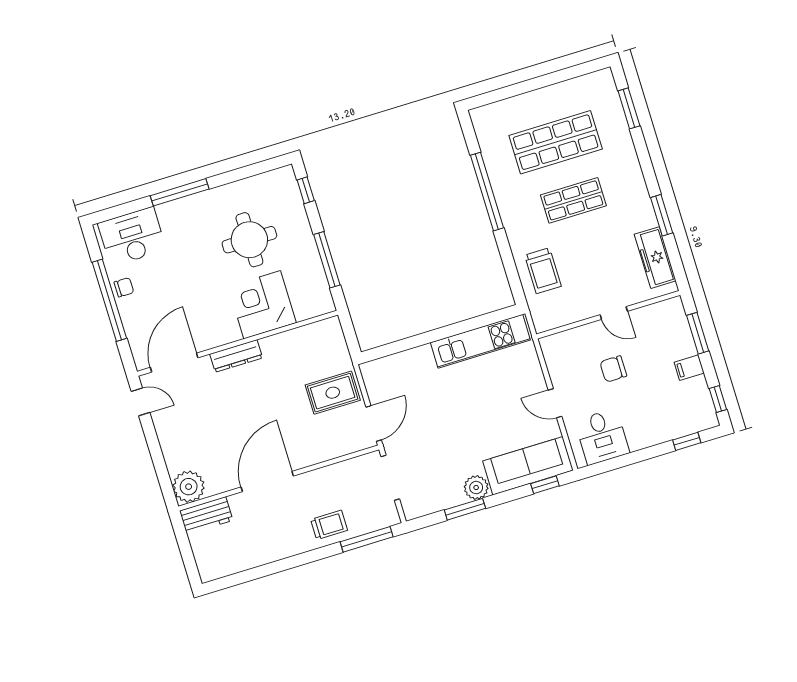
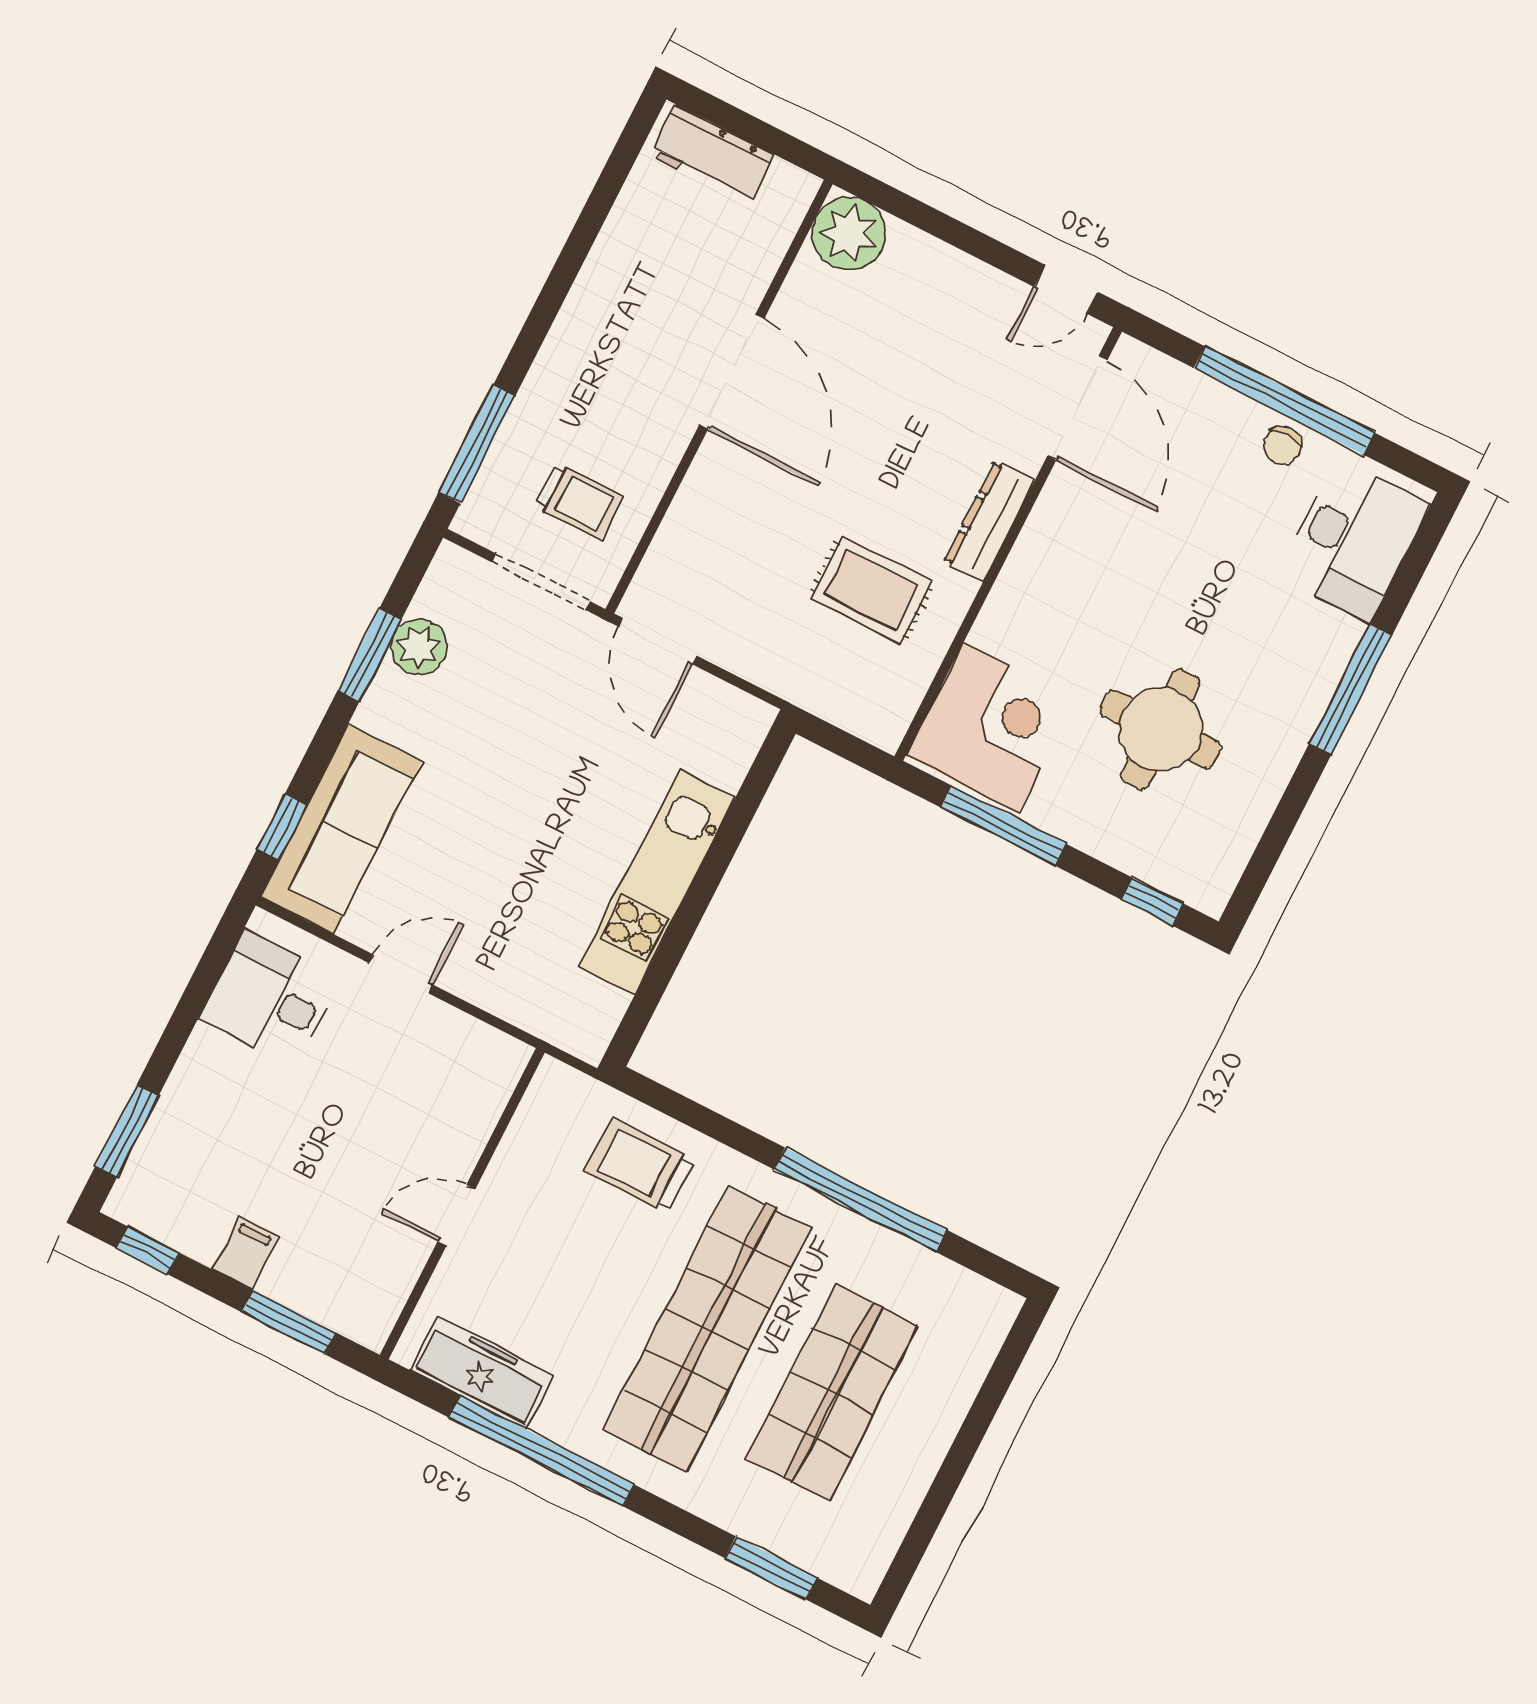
shop shelf: (573, 200) -> (708, 1329), width x2.00, depth x1.36
window: (662, 215) -> (542, 1451), width x2.11
corner desk: (262, 305) -> (991, 728), moved
kitchen unit: (480, 341) -> (657, 882), moved
chair: (613, 369) -> (364, 1125), removed
rug: (333, 393) -> (871, 590), moved, turned 90
window: (687, 441) -> (127, 1131), width x1.50
plant: (476, 487) -> (419, 647), moved
workbench: (206, 515) -> (712, 155), moved, turned -90
trolley: (329, 525) -> (579, 501), moved, turned -90

